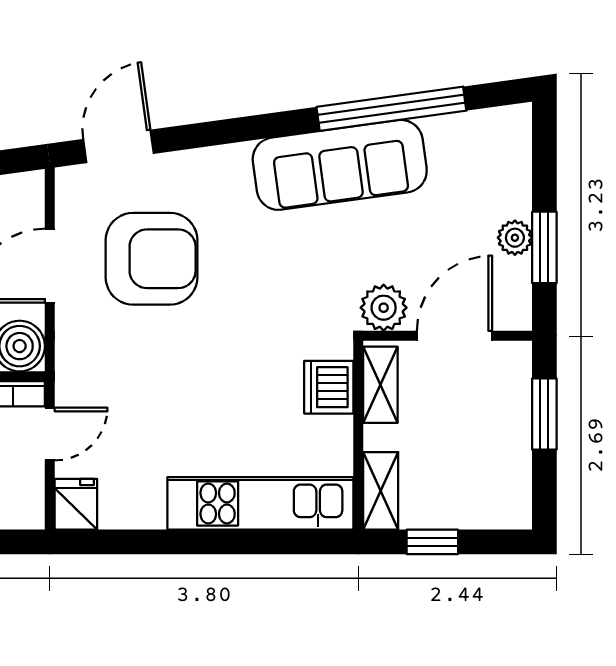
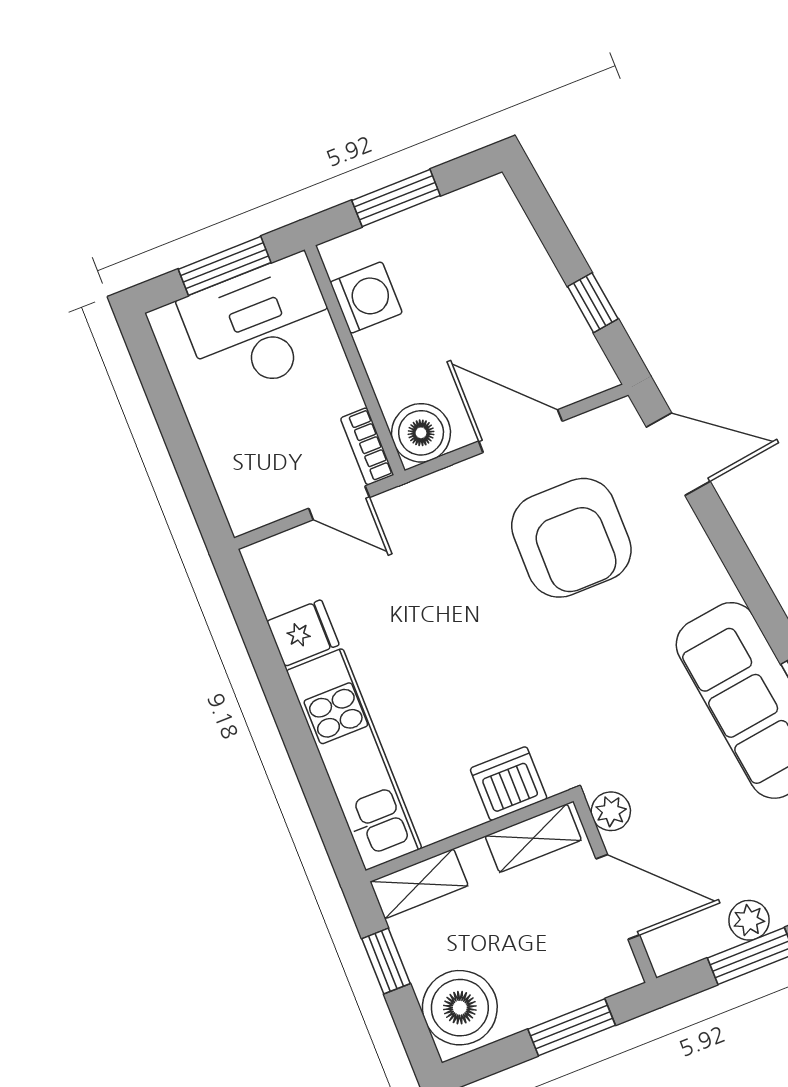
plant: (384, 308) -> (611, 811), width x0.73, depth x0.73
boiler: (493, 498) -> (460, 1008), added
fridge: (76, 504) -> (303, 633), moved

